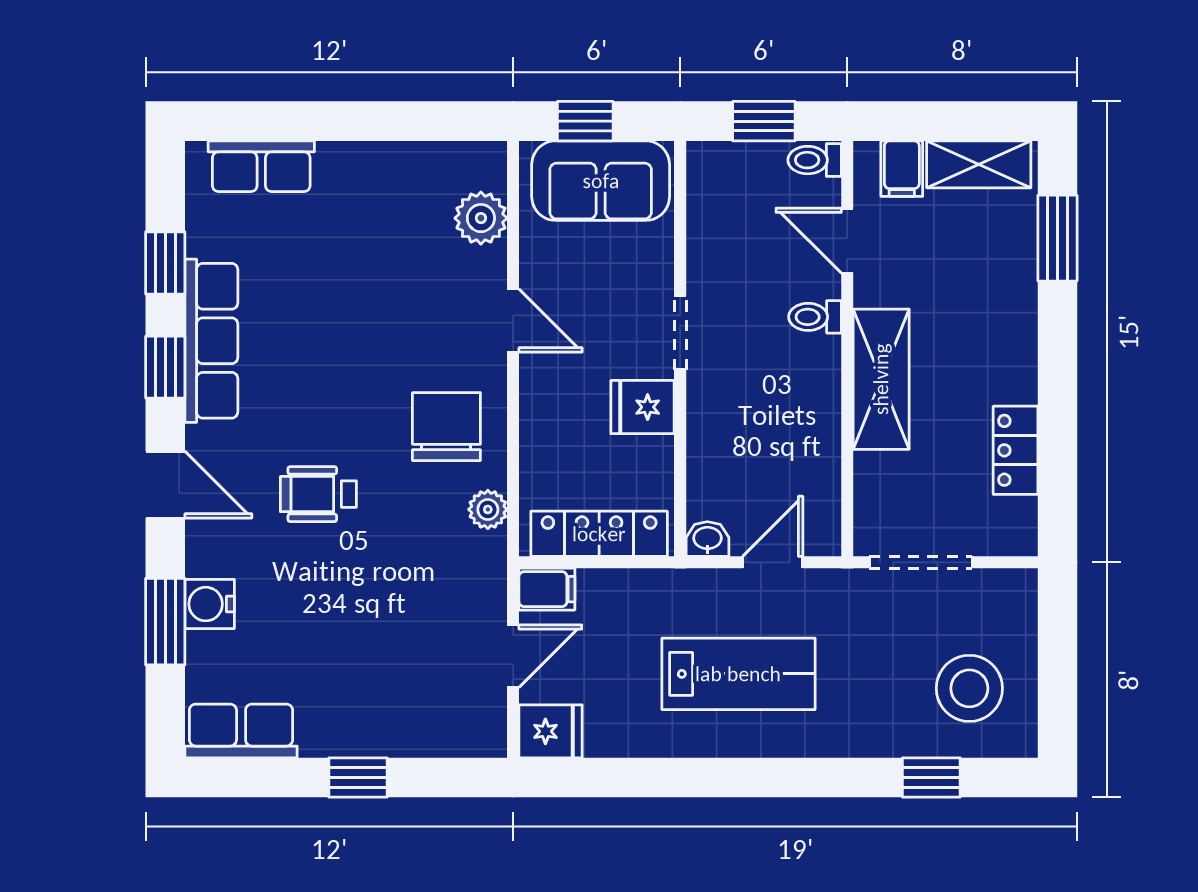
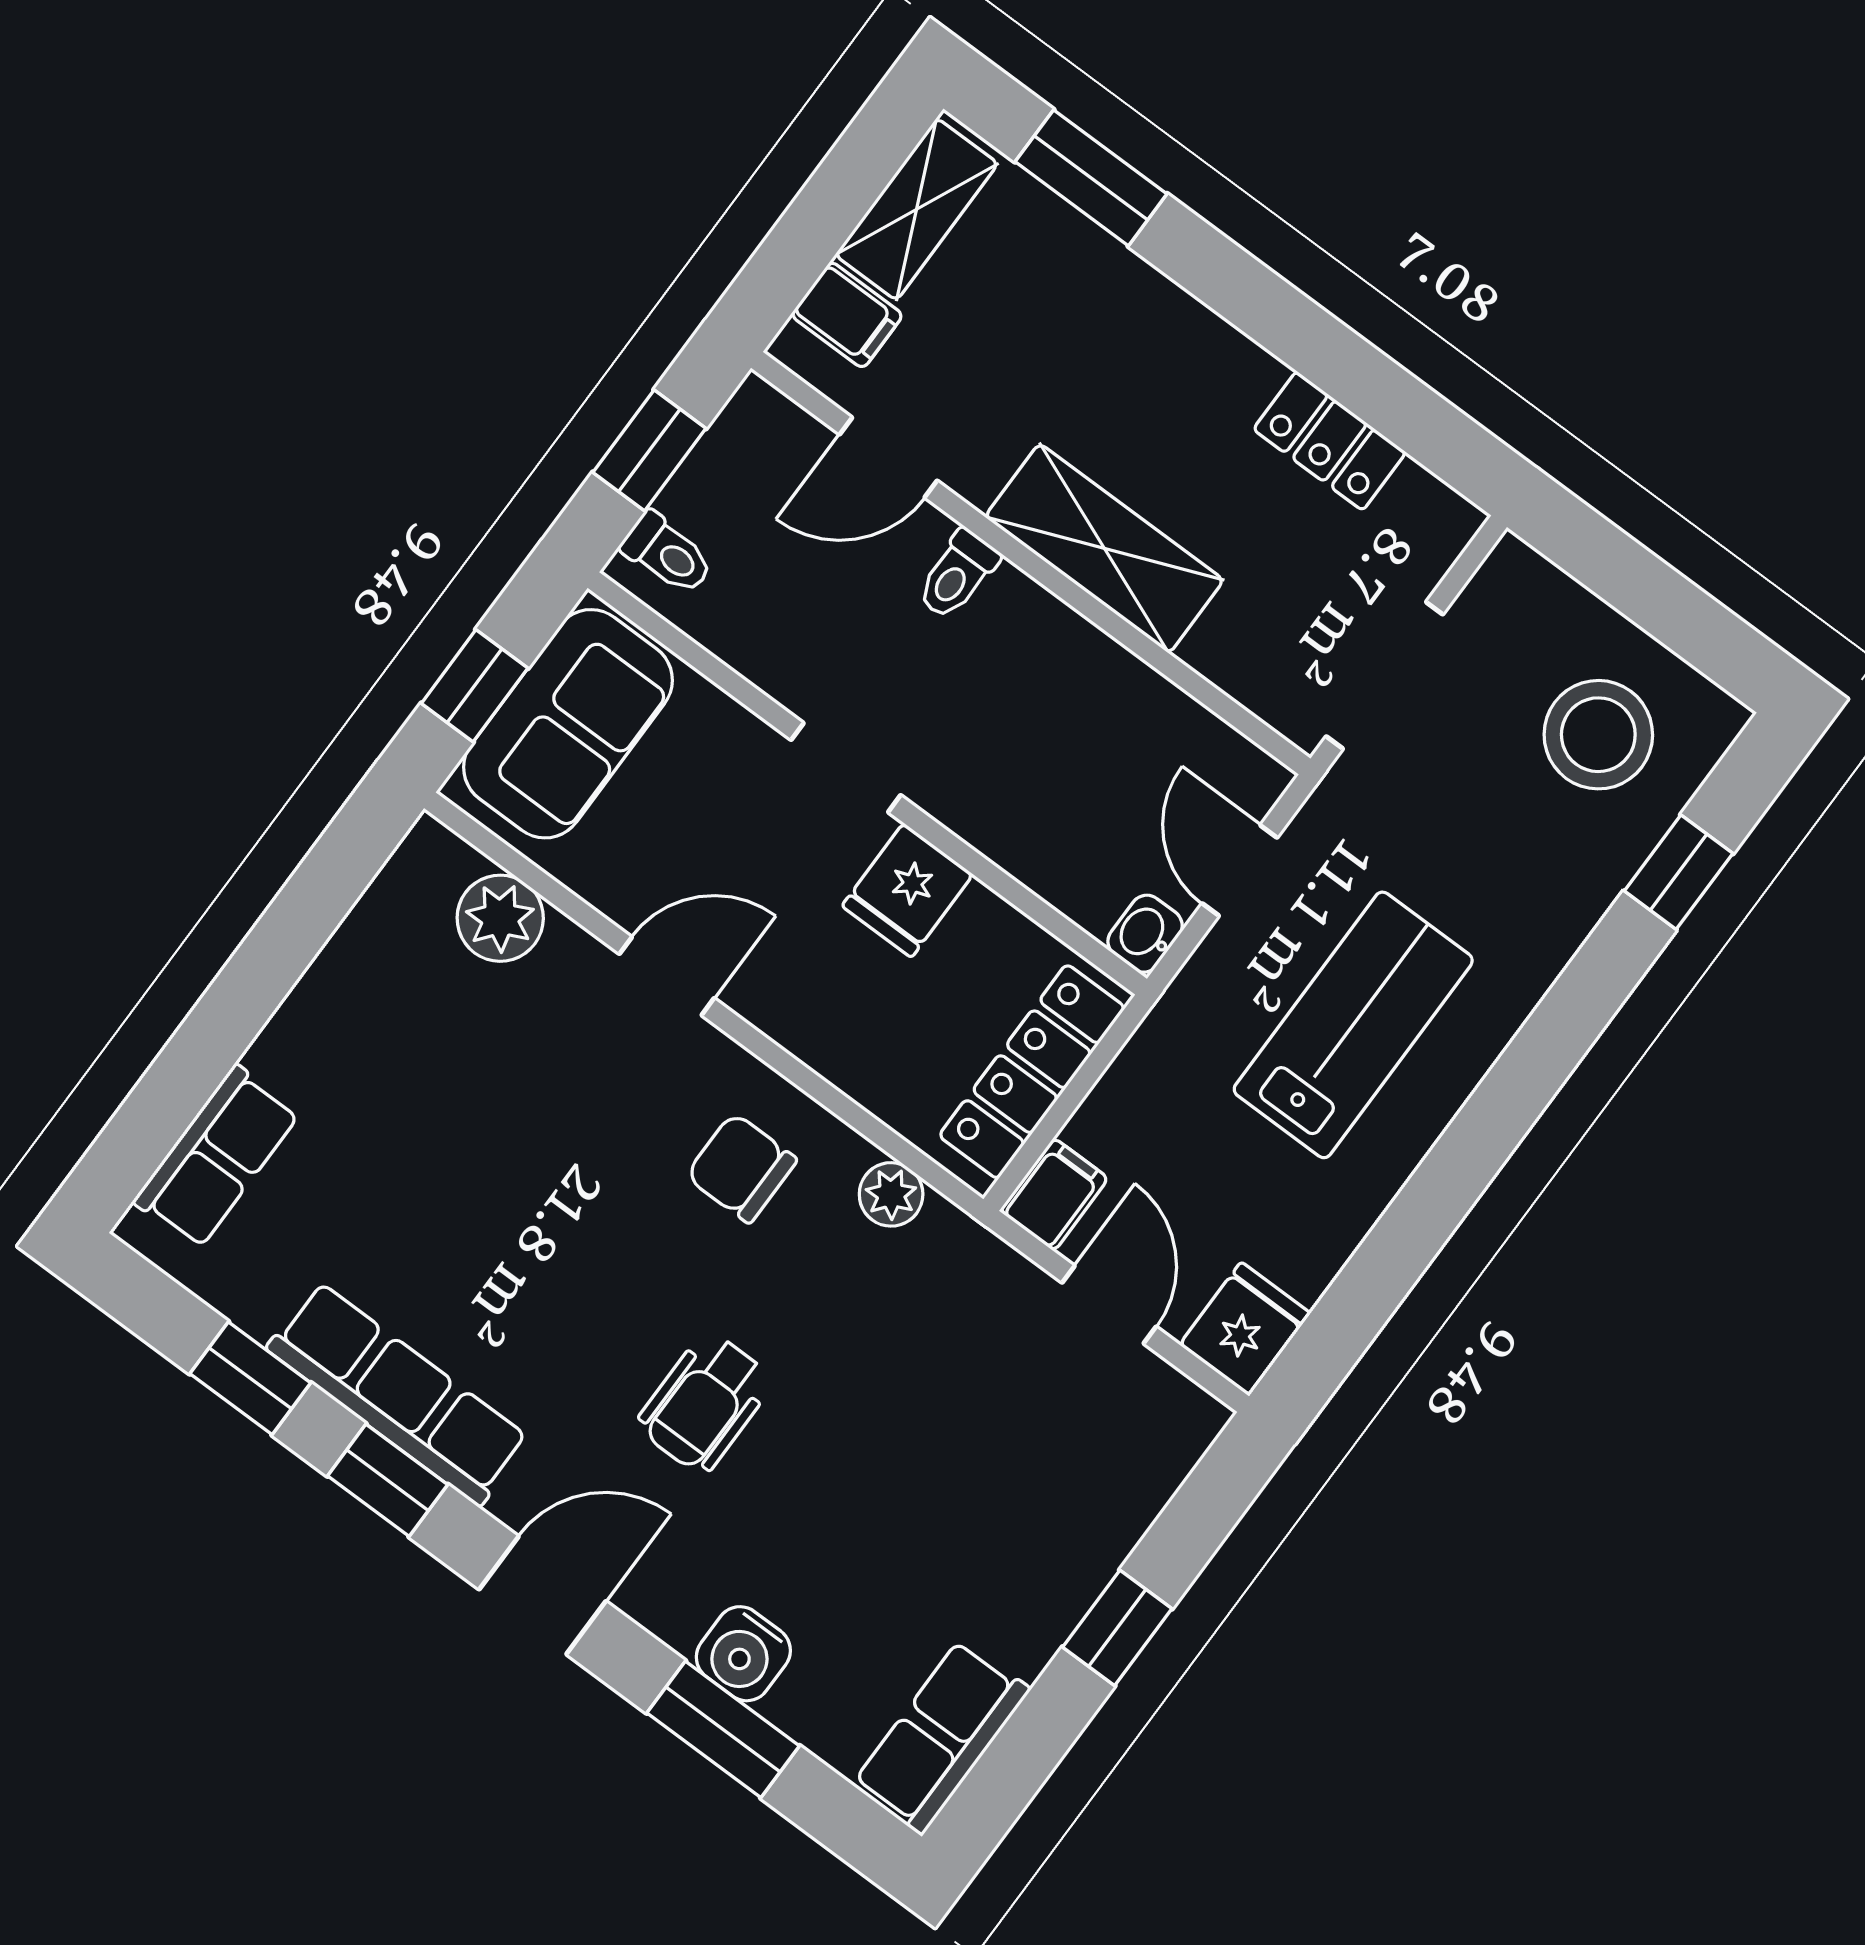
toilet: (815, 160) -> (667, 554), moved, turned -90
chair: (446, 427) -> (741, 1168), width x0.73, depth x0.73

